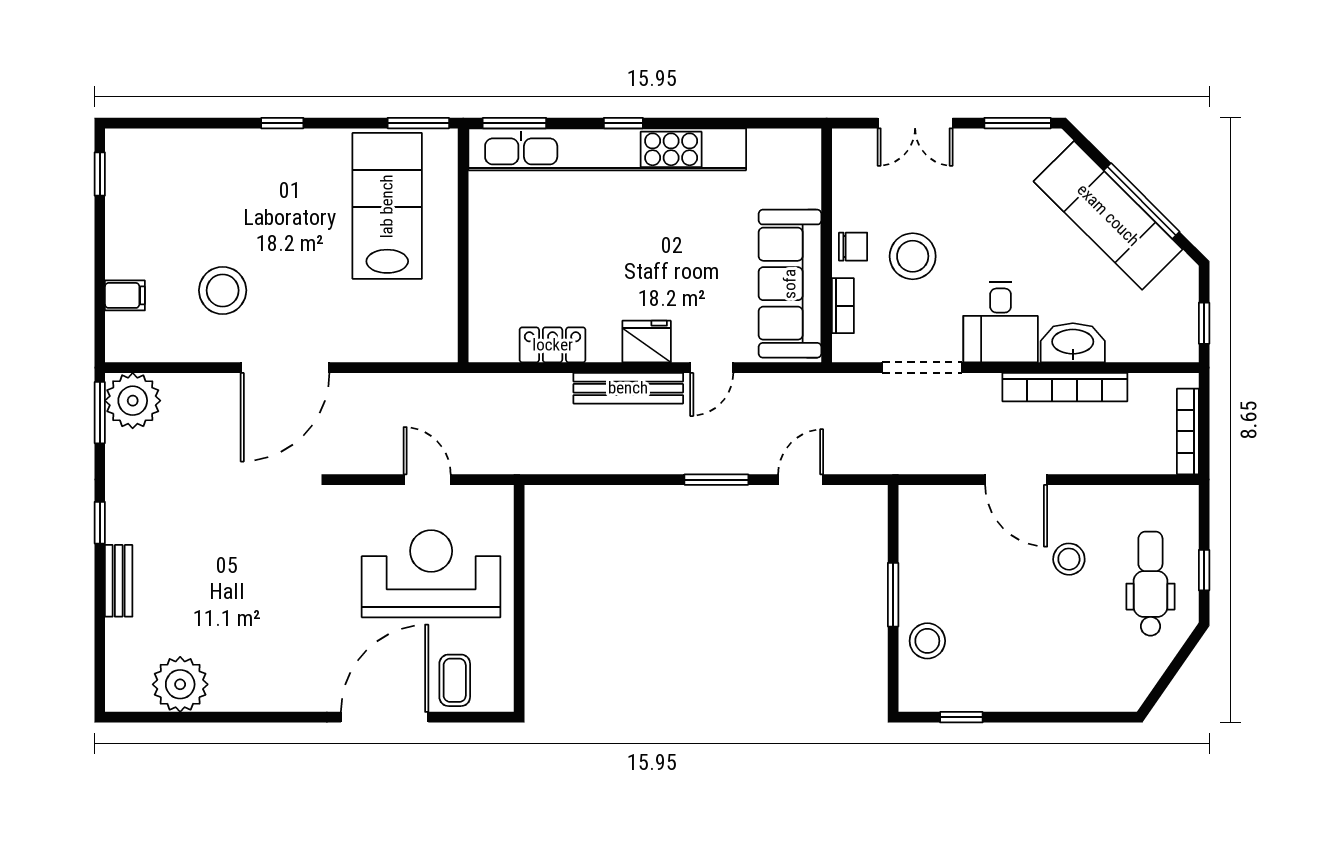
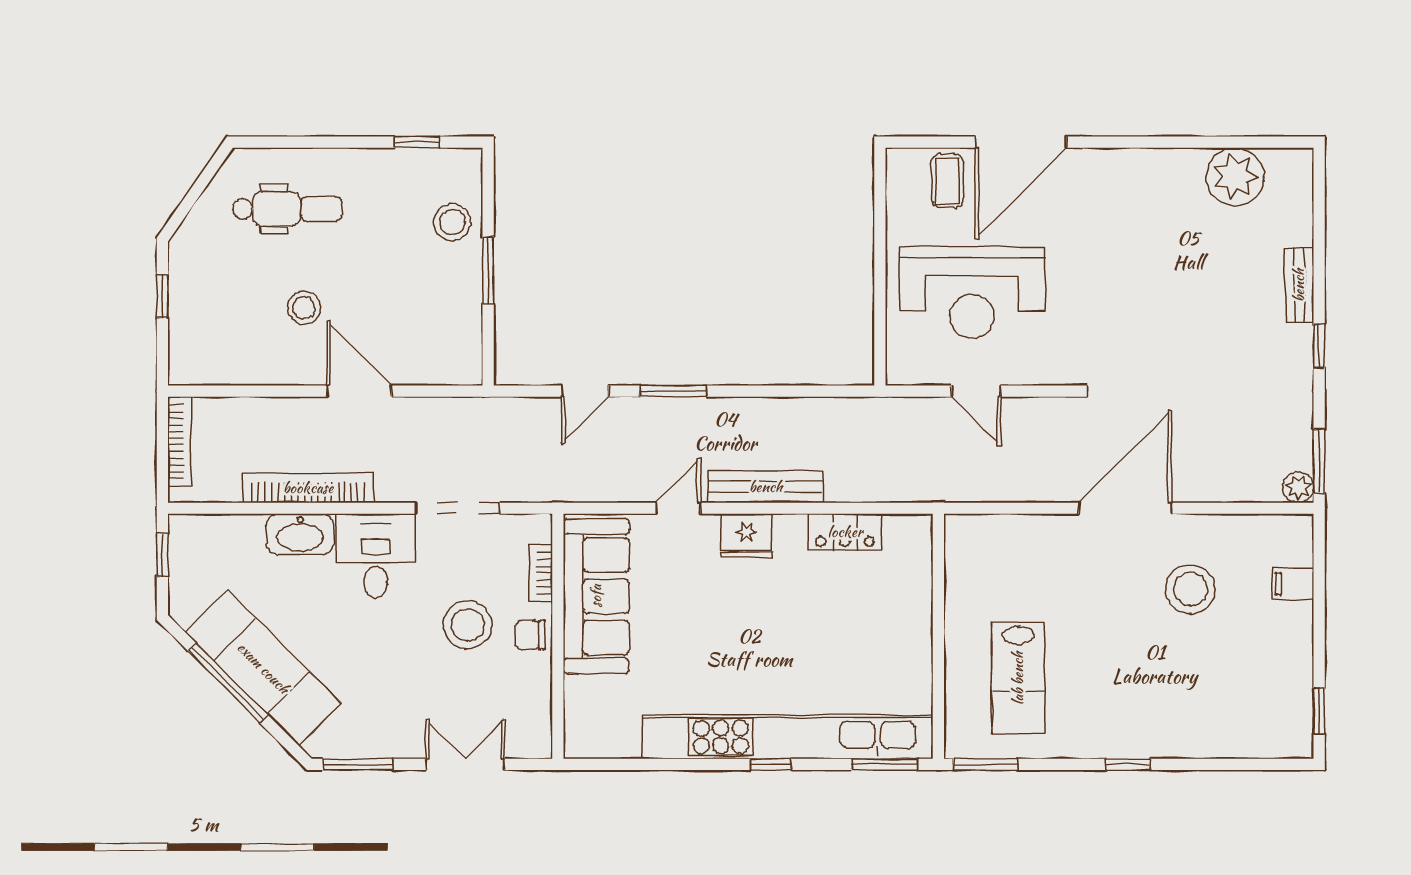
lab bench: (387, 206) -> (1018, 678), width x0.73, depth x0.72
plant: (133, 401) -> (1298, 487), width x0.53, depth x0.53
dental chair: (1150, 584) -> (288, 209), moved, turned -90

